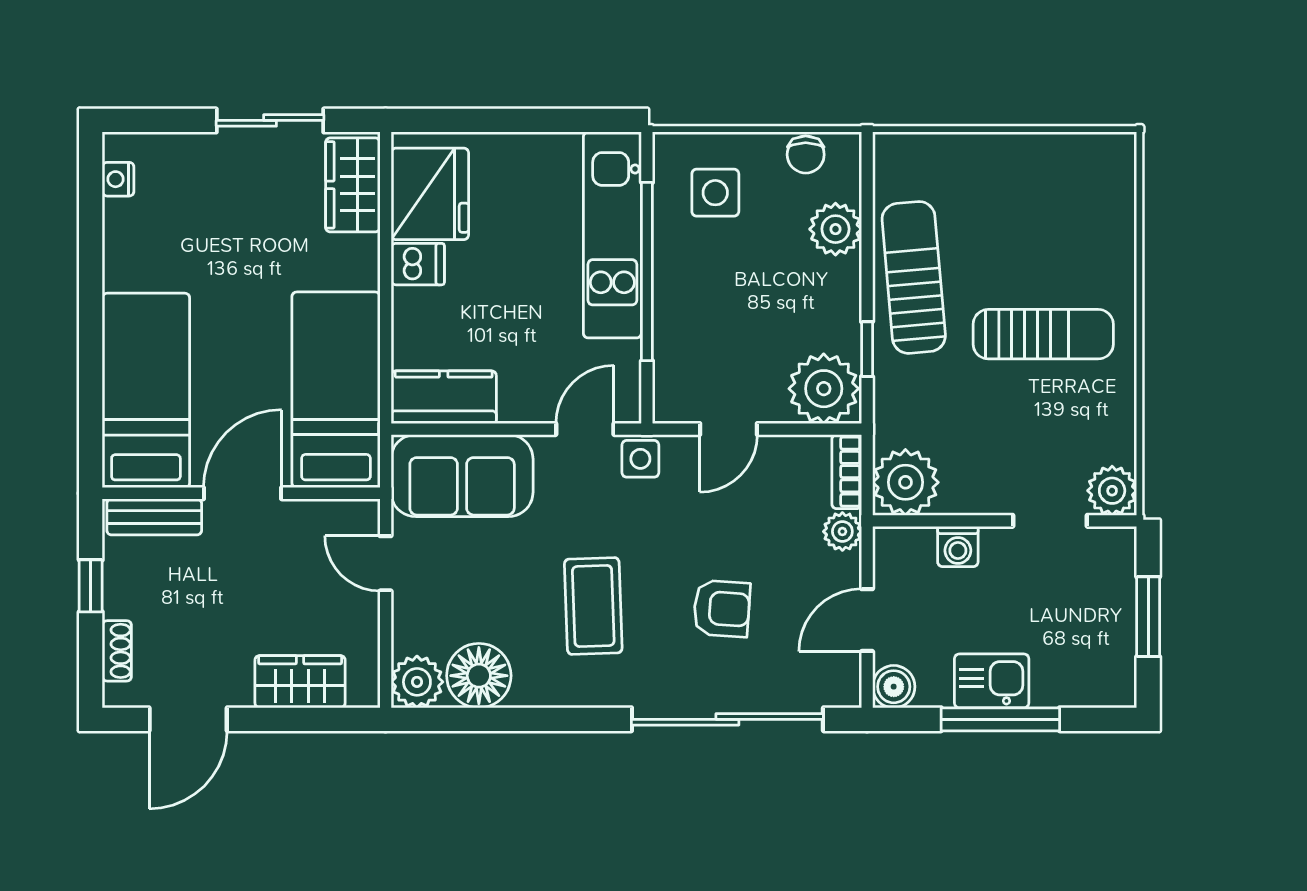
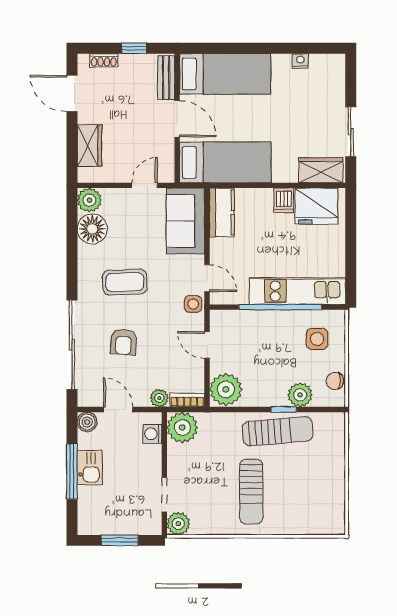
nightstand: (118, 179) -> (300, 61), moved
window: (867, 349) -> (284, 410), moved
washing machine: (958, 546) -> (152, 434), moved

